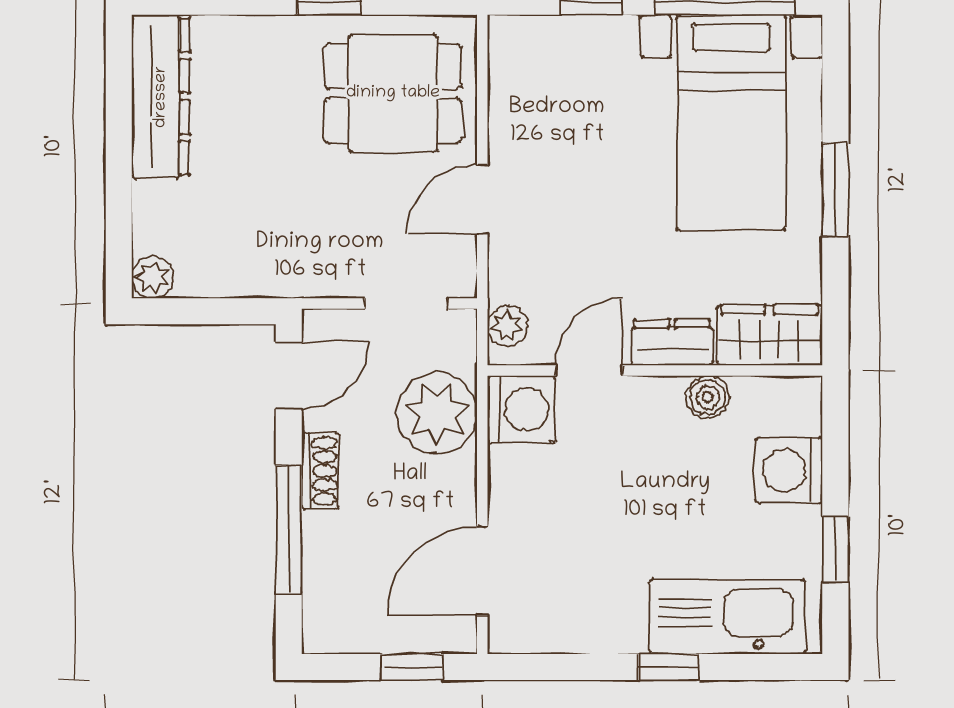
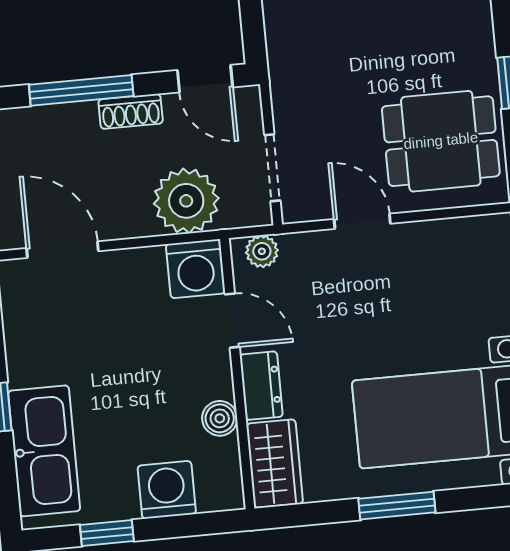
dining table: (393, 93) -> (441, 141), turned 90

